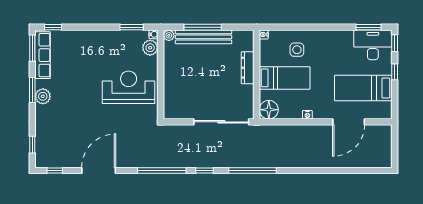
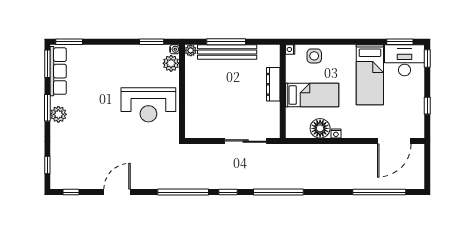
window: (53, 27) -> (69, 42), width x1.50
side table: (297, 50) -> (314, 56), moved
window: (395, 72) -> (427, 106), moved
reception desk: (129, 87) -> (148, 105), turned 180
bed: (363, 88) -> (370, 75), moved, turned -90
floor lamp: (269, 110) -> (320, 128), moved
sliding door: (221, 122) -> (246, 141), width x0.73
door: (349, 122) -> (394, 141), moved
door: (99, 171) -> (117, 192), width x0.73
window: (349, 171) -> (379, 192), added

